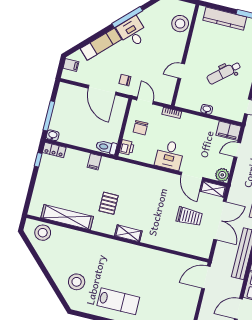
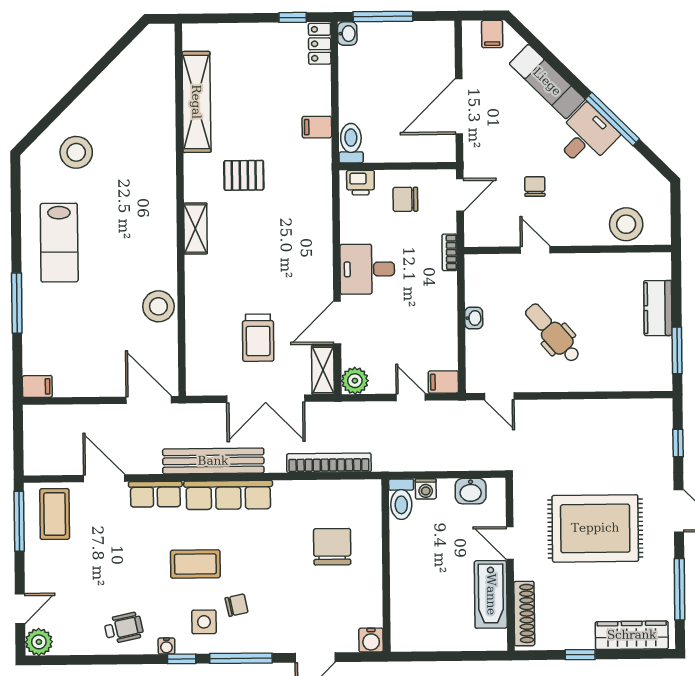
kitchen counter: (225, 19) -> (658, 308), width x0.67
chair: (125, 80) -> (535, 187), moved
filing cabinet: (229, 131) -> (443, 382), width x0.50
stool: (43, 233) -> (158, 306), moved

